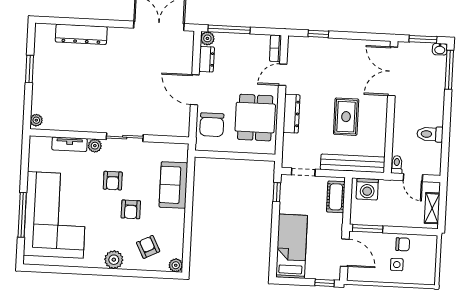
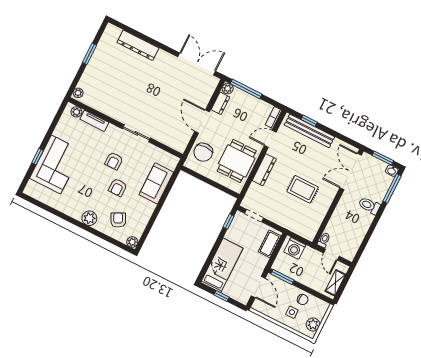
rug: (346, 117) -> (303, 189), turned 90
toilet: (430, 134) -> (369, 206), moved
plant: (95, 146) -> (76, 112), moved
bench: (353, 163) -> (309, 131), moved
window: (22, 215) -> (38, 157), width x0.46
corner sofa: (55, 215) -> (56, 164), width x0.73, depth x0.74
plant: (428, 268) -> (313, 324), added
window: (325, 283) -> (221, 296), moved

